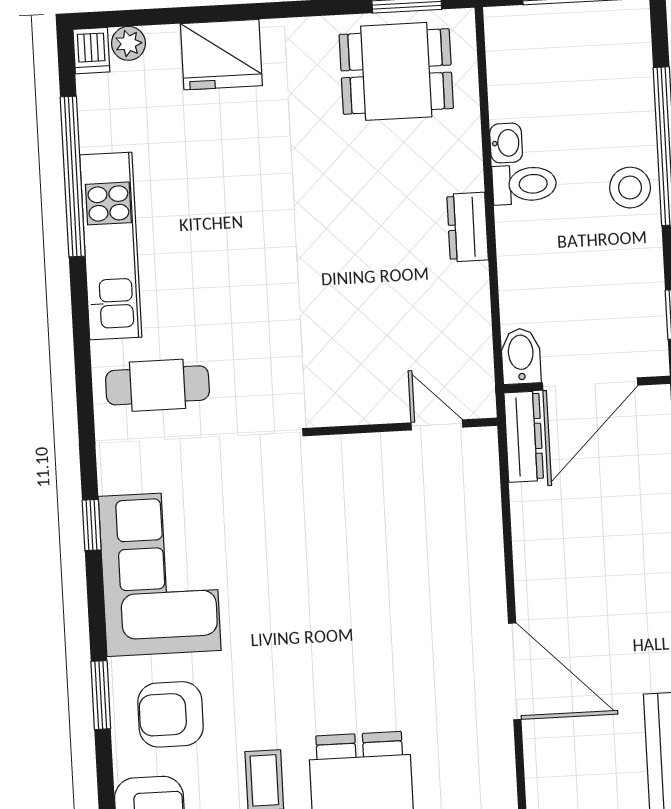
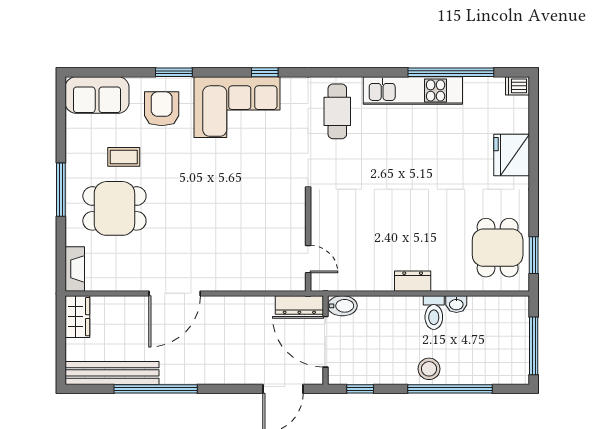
plant: (128, 43) -> (520, 106), removed
door: (437, 425) -> (308, 259), hinge flipped

